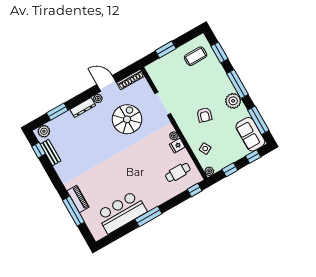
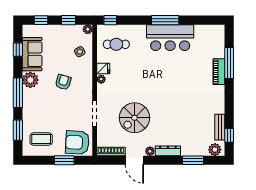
armchair: (163, 71) -> (77, 142), added
window: (258, 120) -> (18, 50), width x0.46
sofa: (250, 134) -> (32, 54), moved
bar counter: (122, 212) -> (170, 38), moved

